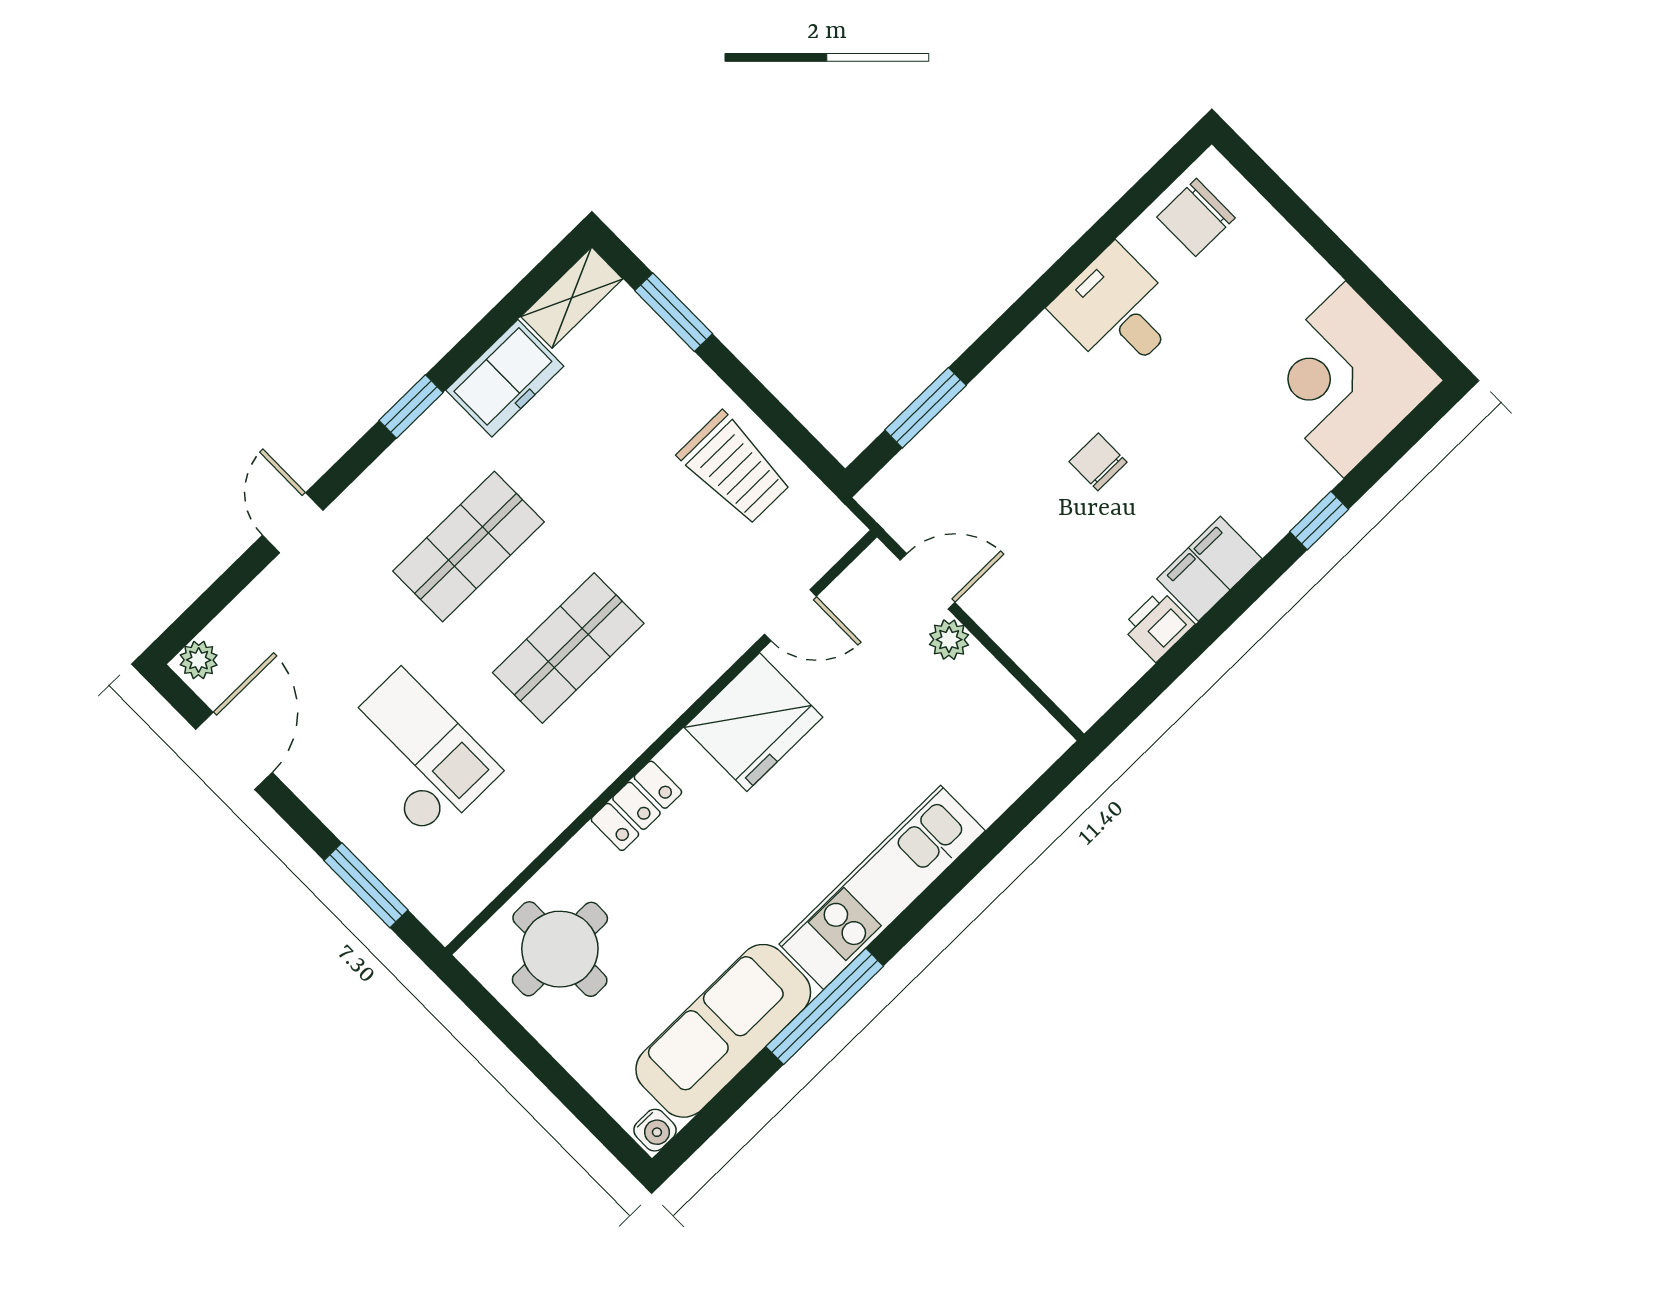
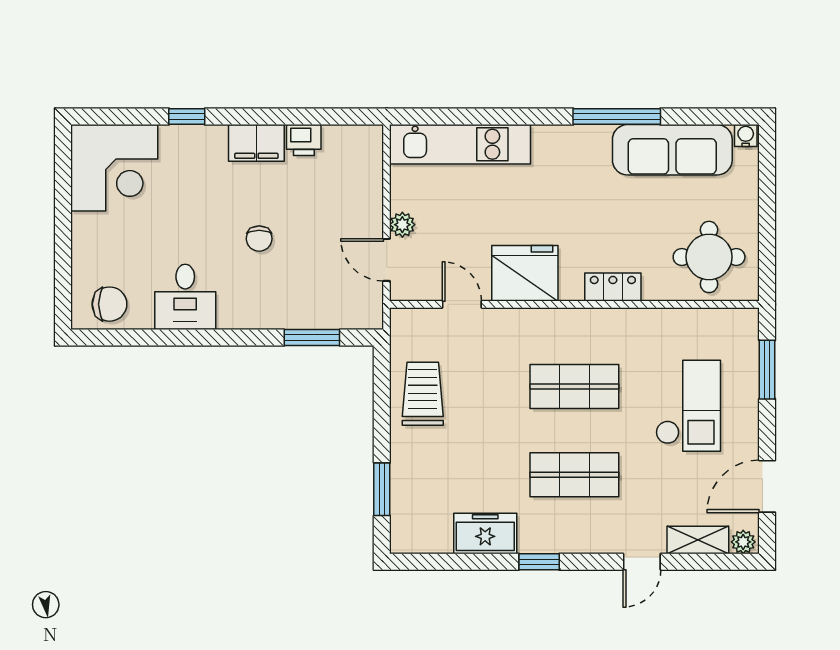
shelving: (572, 298) -> (698, 540), moved
checkout: (416, 754) -> (688, 406), turned 180
kitchen unit: (882, 887) -> (460, 144), moved

